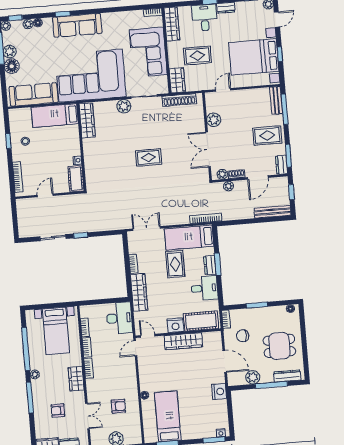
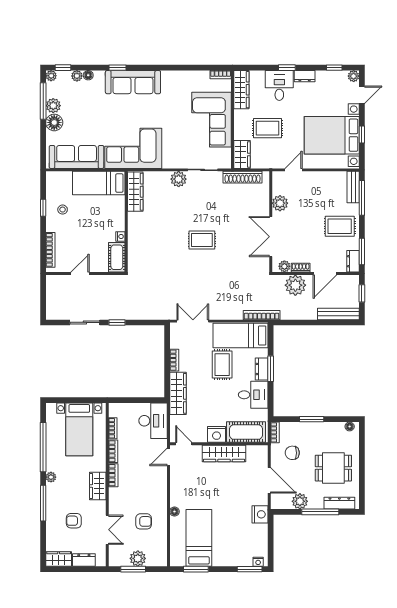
corner sofa: (91, 76) -> (133, 148), width x0.73, depth x0.74
plant: (229, 186) -> (295, 285), width x1.87, depth x1.87

